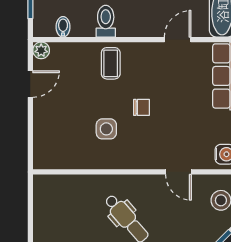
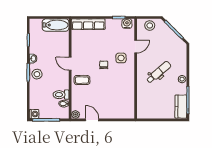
toilet: (106, 21) -> (61, 95), moved
door: (178, 40) -> (70, 64), moved
side table: (106, 129) -> (121, 58), moved

